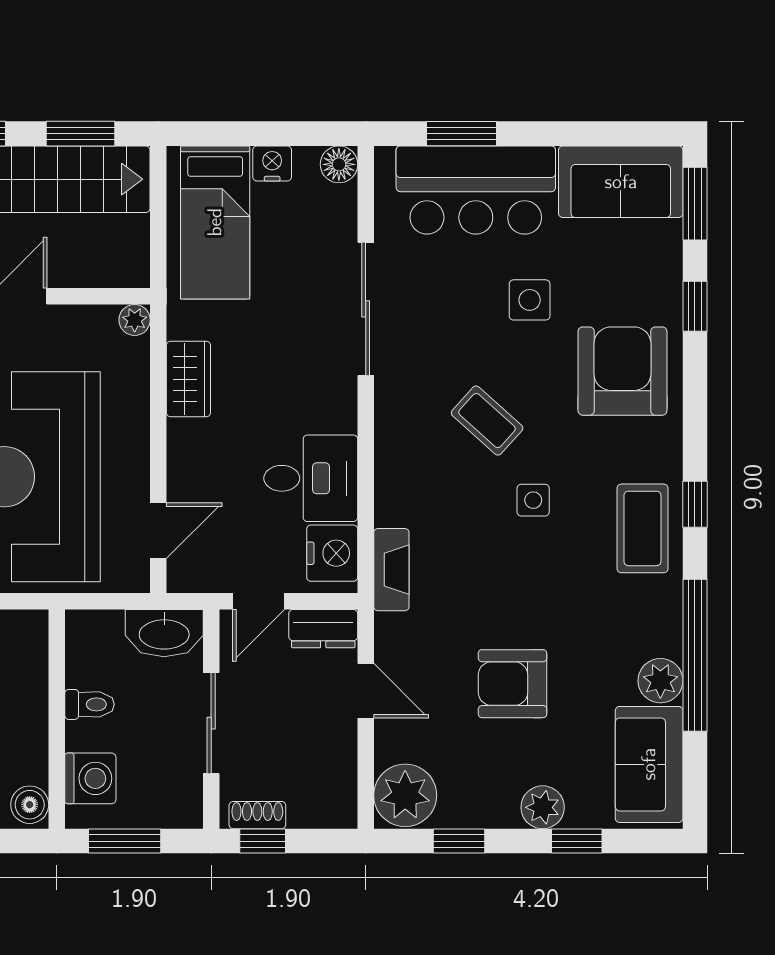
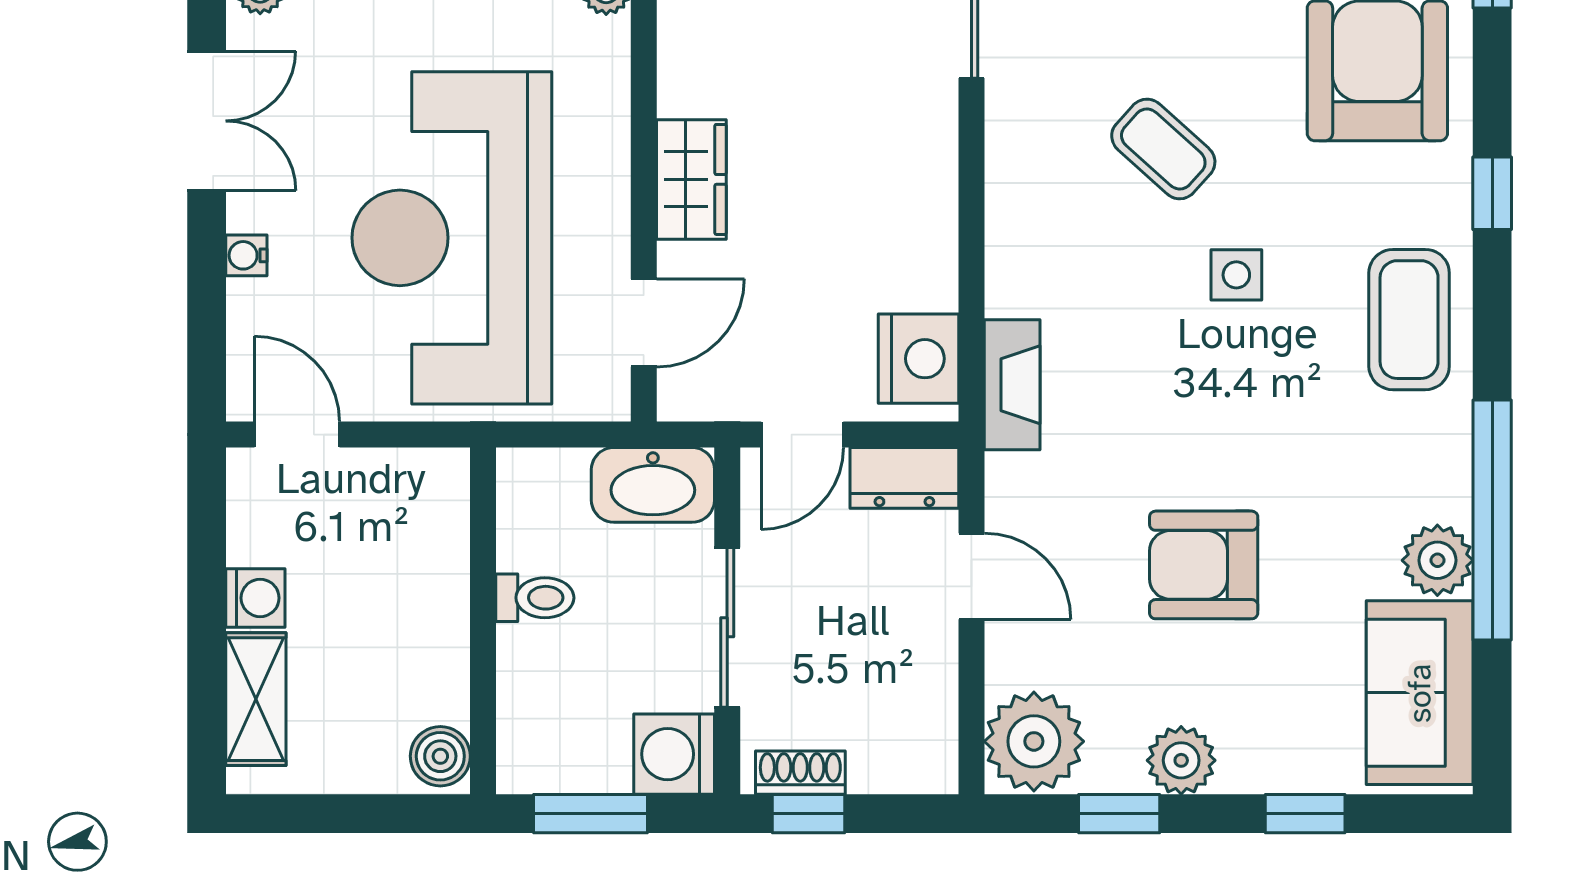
wardrobe: (188, 379) -> (691, 179), moved
desk: (311, 478) -> (885, 240), removed
window: (695, 504) -> (1492, 193), moved
washing machine: (90, 778) -> (674, 754), moved, turned 180
plant: (543, 807) -> (1181, 760), moved

